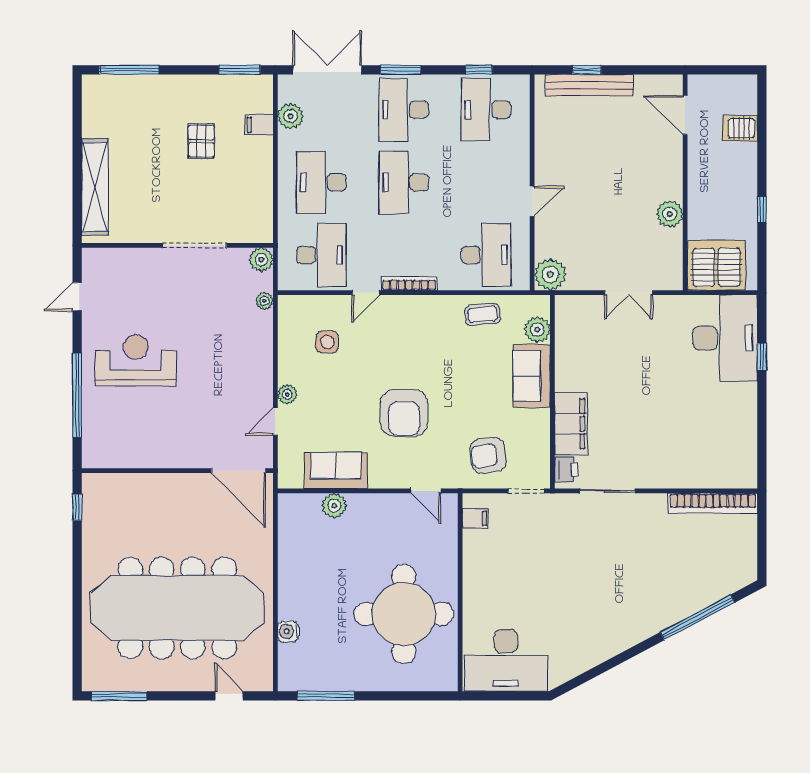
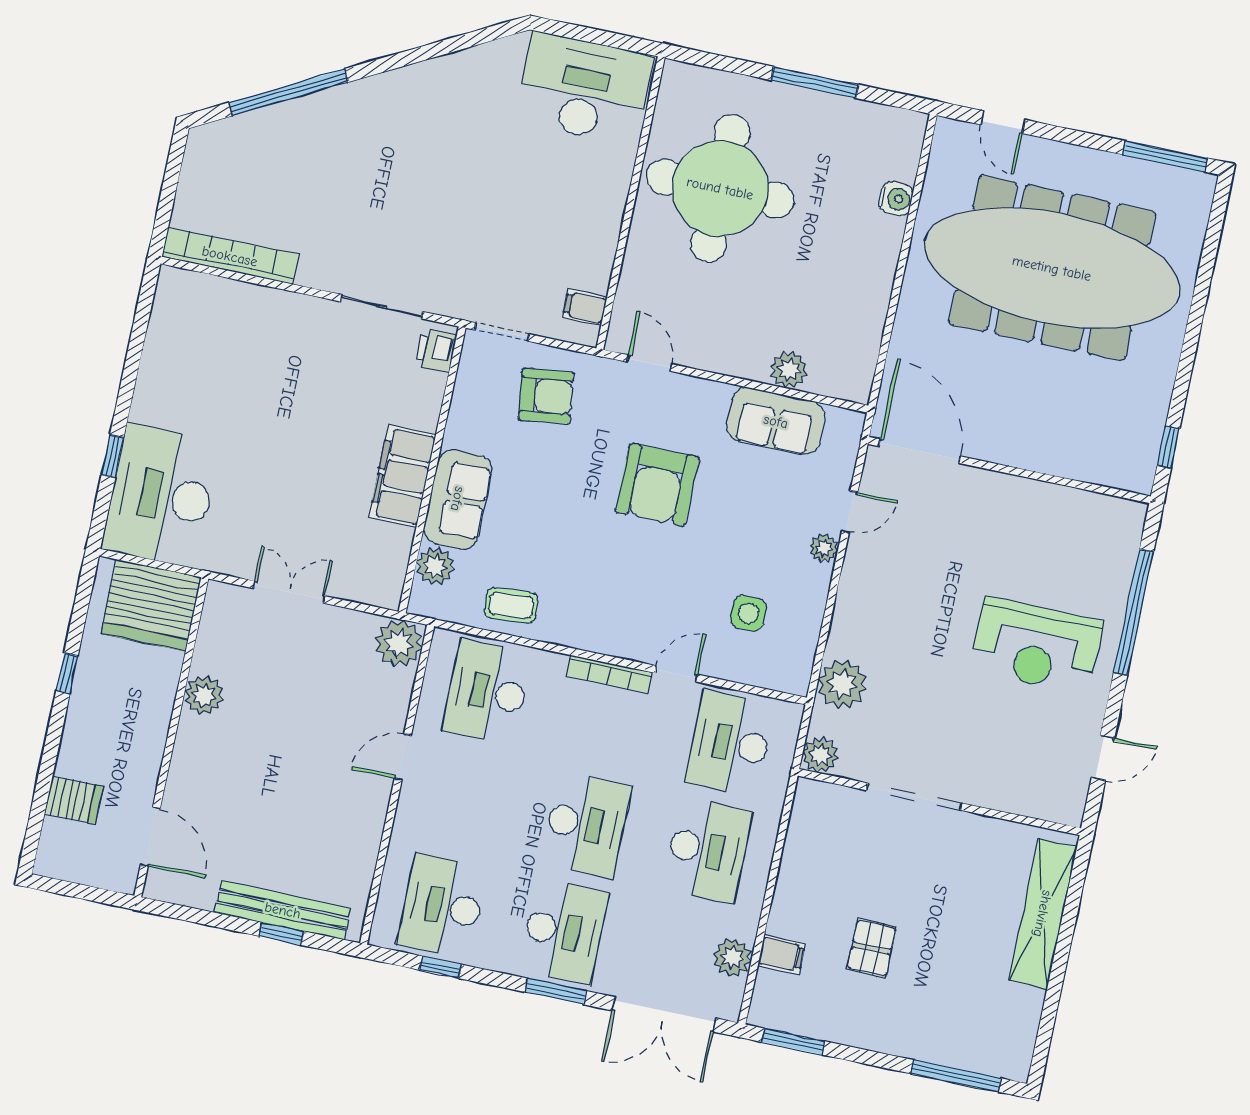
desk: (486, 110) -> (442, 906), turned 180
plant: (264, 301) -> (842, 684), width x1.87, depth x1.87
armchair: (404, 413) -> (657, 485), turned 180
filing cabinet: (571, 424) -> (402, 476), moved
window: (326, 696) -> (815, 82), moved

